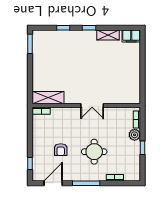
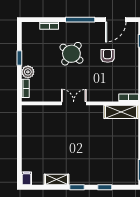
filing cabinet: (131, 36) -> (27, 178), width x0.50
round table: (94, 152) -> (71, 54), turned 38

